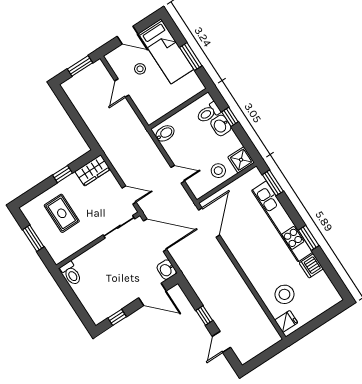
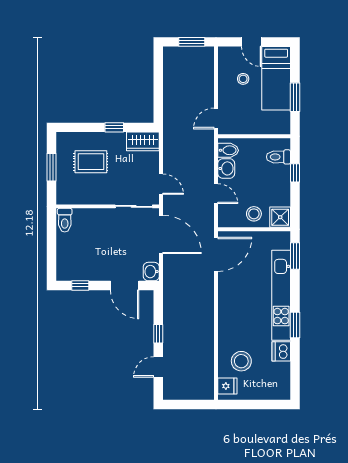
door: (122, 88) -> (216, 118), moved
washbasin: (221, 125) -> (226, 168), moved, turned 180
rug: (62, 213) -> (91, 162), turned 90

